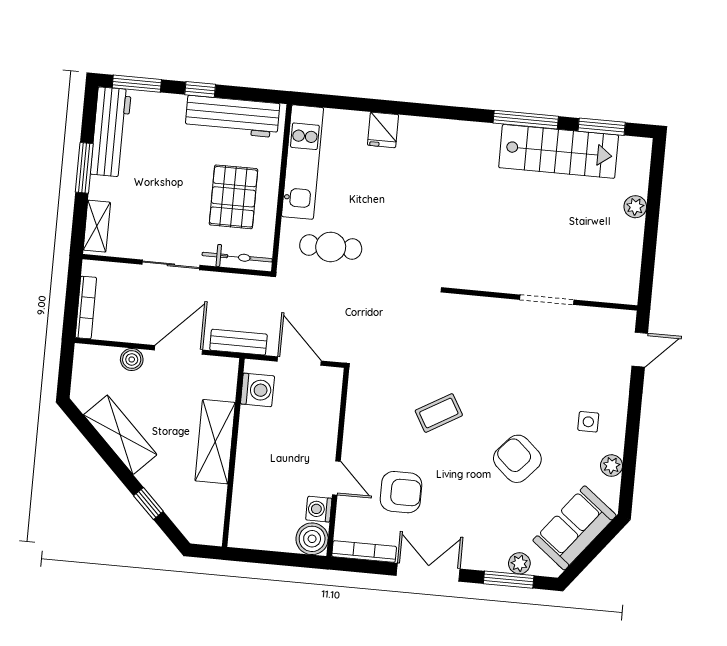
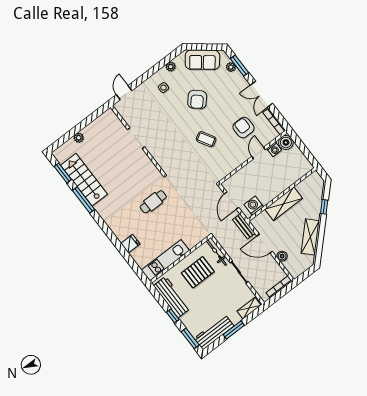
cafe table: (331, 247) -> (153, 202), moved, turned 90
door: (640, 350) -> (124, 93), hinge flipped

